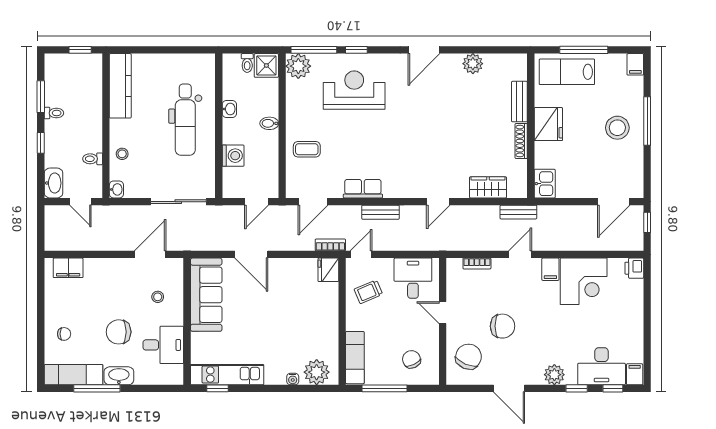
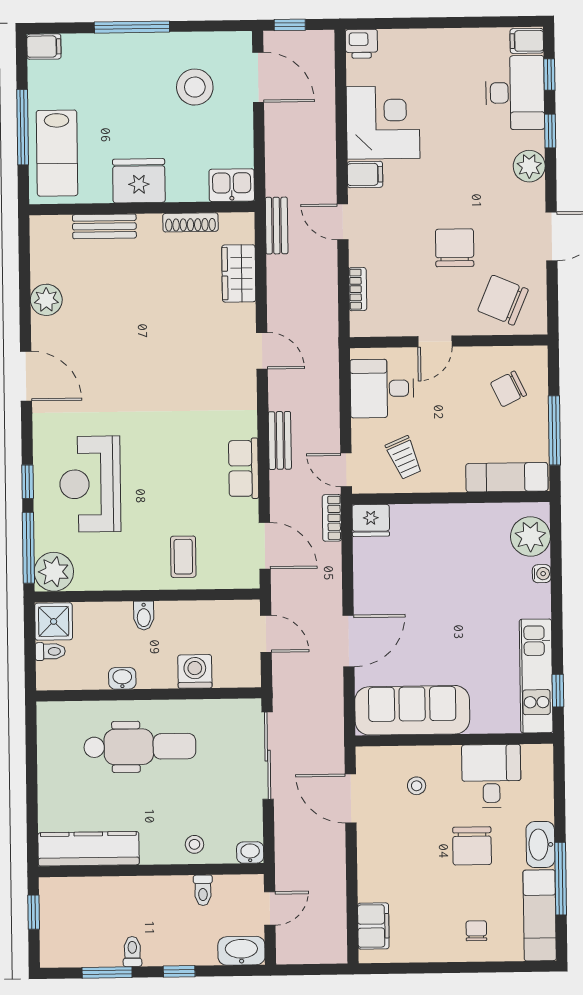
stool: (617, 128) -> (195, 87), moved
shoe rack: (521, 141) -> (190, 222), moved

